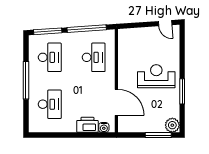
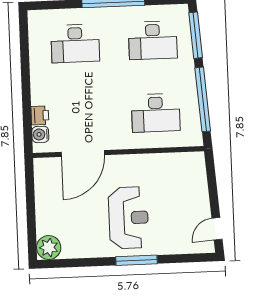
window: (182, 91) -> (137, 260), moved
printer: (87, 125) -> (40, 115), width x0.53, depth x0.68
window: (158, 135) -> (31, 225), removed

